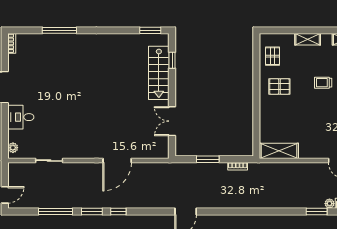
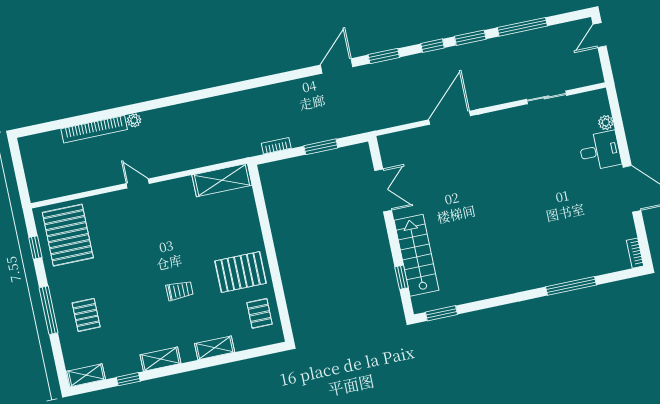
pallet: (279, 86) -> (241, 272), width x1.50, depth x1.42
plant: (13, 148) -> (606, 123), moved
window: (317, 211) -> (384, 56), moved

